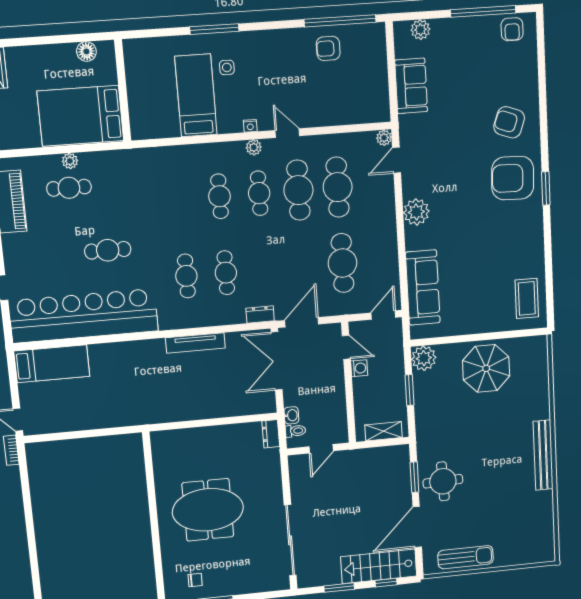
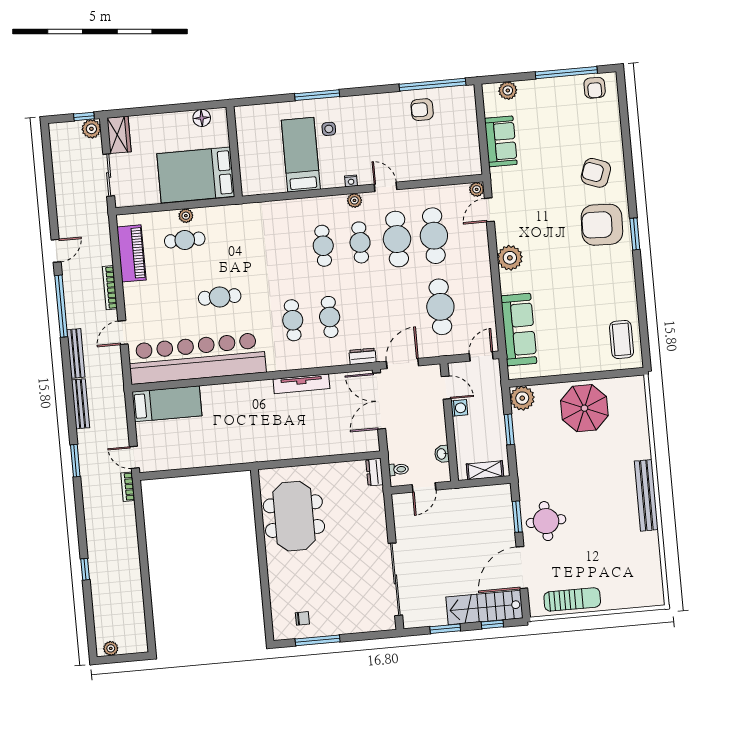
washbasin: (291, 415) -> (442, 454), moved, turned 180
meeting table: (208, 510) -> (294, 516), moved, turned 90

